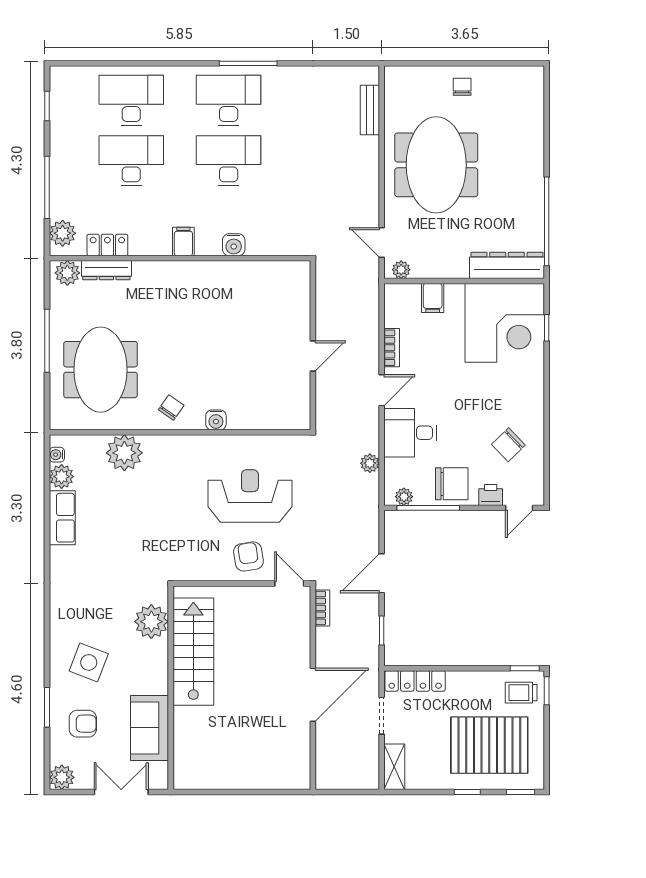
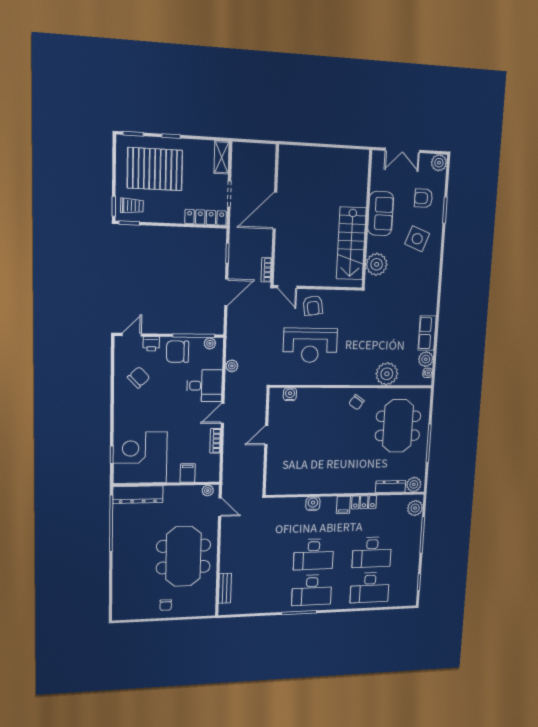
locker: (107, 245) -> (364, 502), moved
water cooler: (216, 420) -> (290, 394), moved
sofa: (150, 728) -> (381, 213), moved

